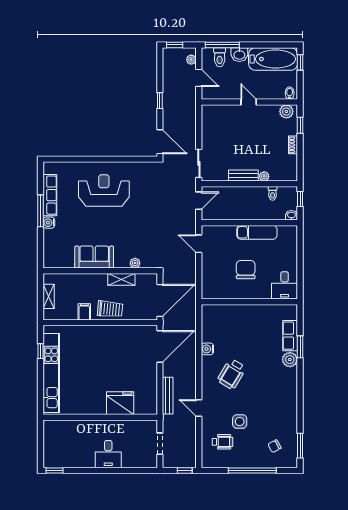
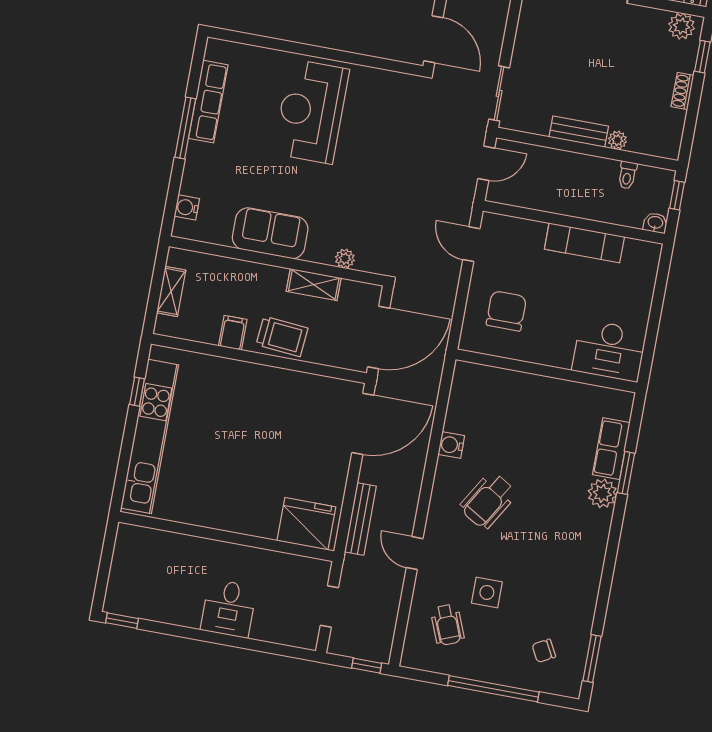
reception desk: (104, 190) -> (311, 111), turned -90
water cooler: (49, 223) -> (187, 207), moved
chair: (246, 270) -> (506, 311), moved
desk: (285, 285) -> (609, 351), width x1.37
fridge: (120, 403) -> (306, 524), moved
wheelchair: (222, 442) -> (447, 625), turned 68

